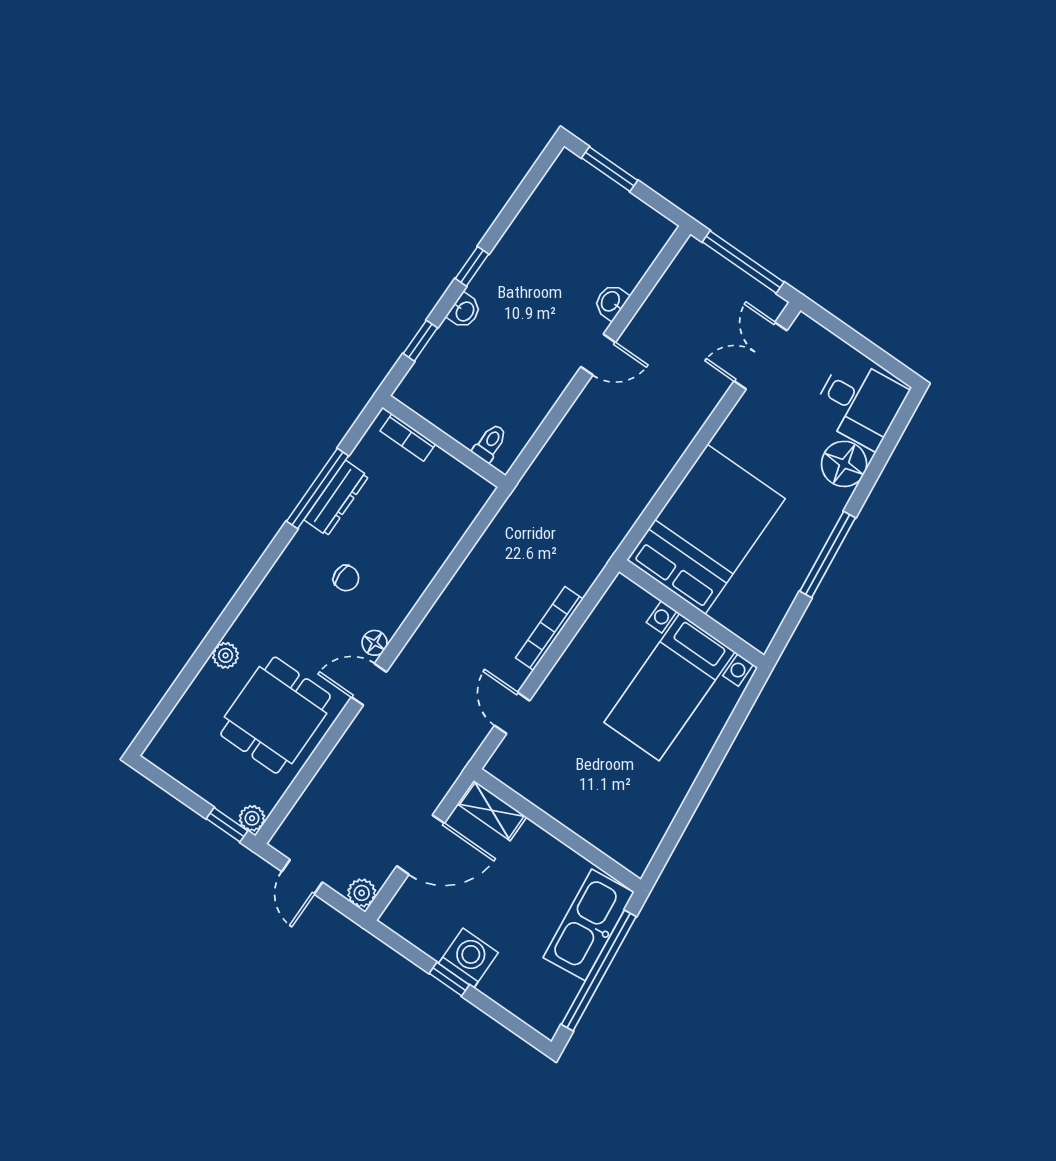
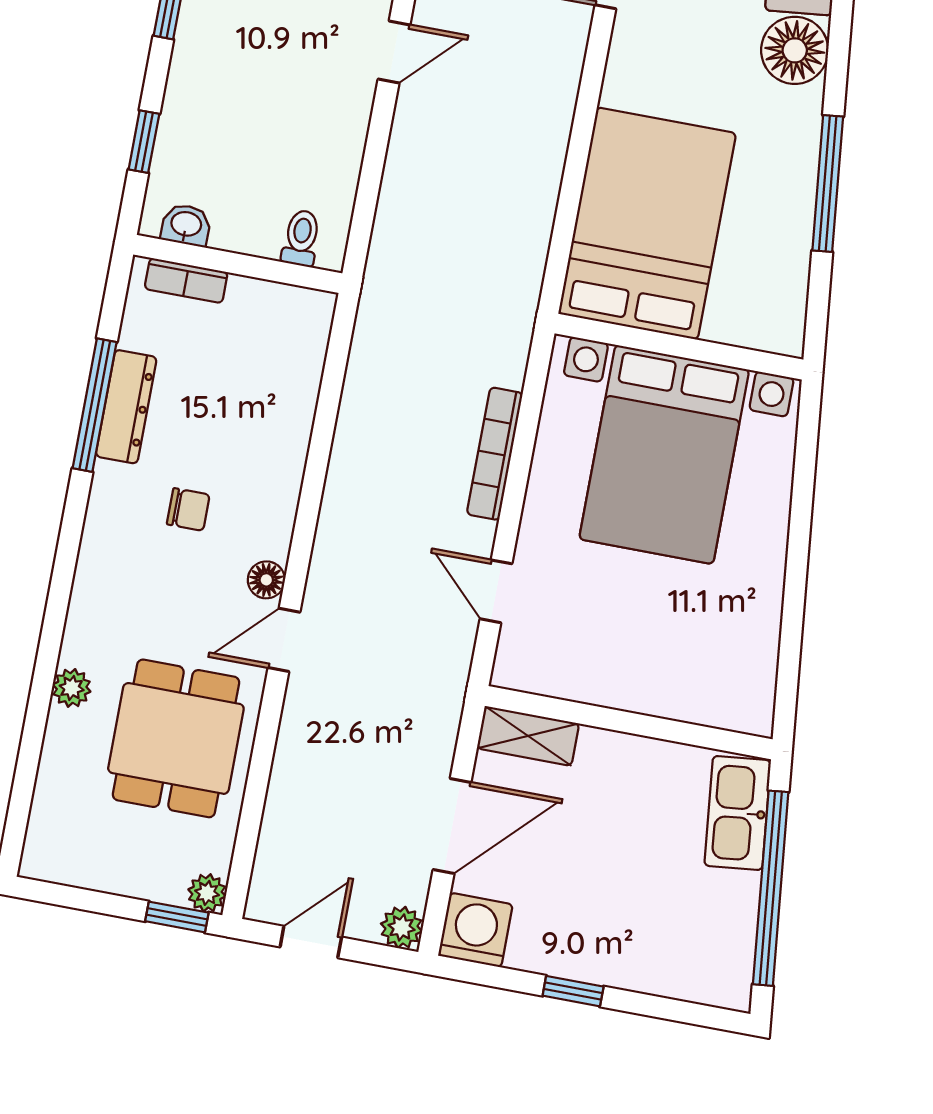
washbasin: (464, 311) -> (186, 225), moved, turned -90
bed with nightstands: (669, 687) -> (664, 454), width x1.36
door: (302, 877) -> (311, 942), swing flipped
kitchen sink: (588, 925) -> (738, 813), width x0.73, depth x0.81
washing machine: (468, 958) -> (475, 930), moved

